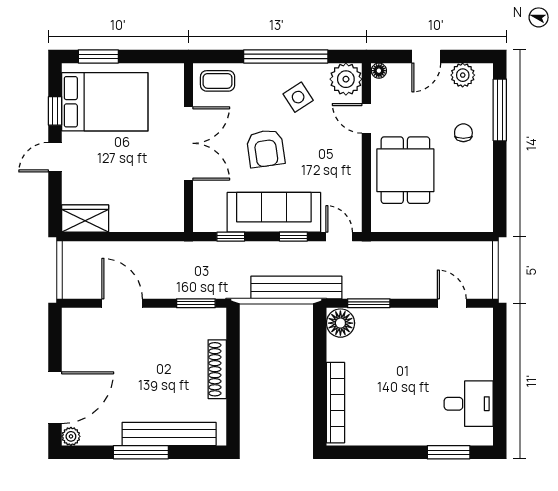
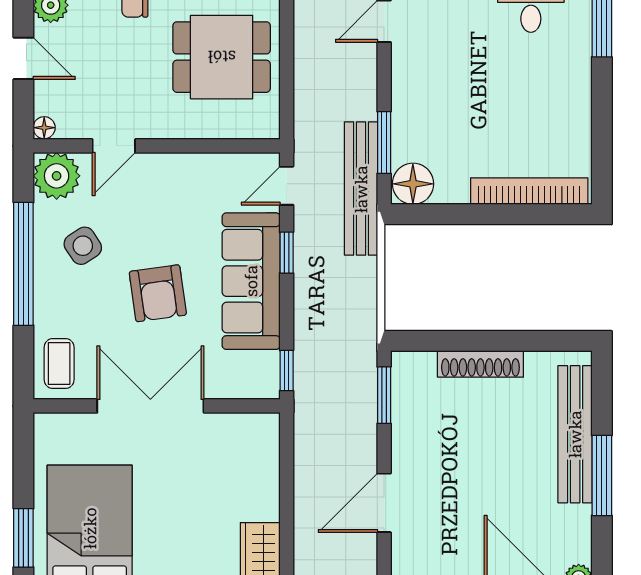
armchair: (266, 148) -> (158, 293), turned 90
dining table: (405, 170) -> (222, 57), moved
window: (231, 237) -> (287, 370), moved
bench: (296, 287) -> (361, 189), moved

